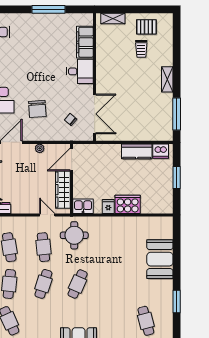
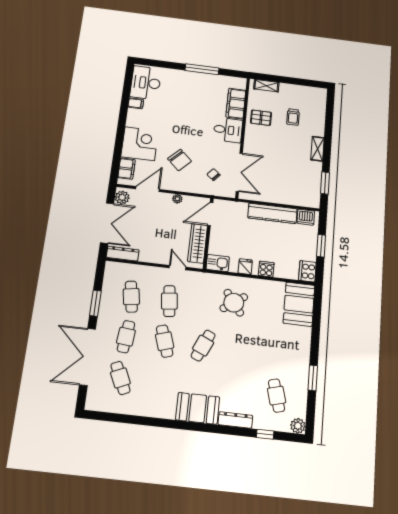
pallet: (146, 27) -> (261, 118), moved
chair: (37, 109) -> (180, 160), turned -42
window: (177, 114) -> (325, 183), width x0.69
kitchen counter: (137, 151) -> (272, 213), width x1.50
cooker: (128, 204) -> (266, 269), width x0.53, depth x0.76
cooker: (166, 204) -> (307, 271), added
round table: (74, 235) -> (234, 303), moved, turned -36
booth: (160, 259) -> (299, 304), moved
cafe table: (43, 284) -> (165, 341), turned -36

